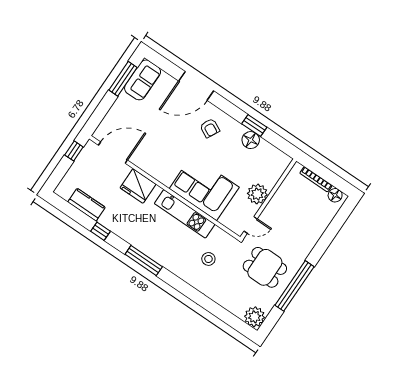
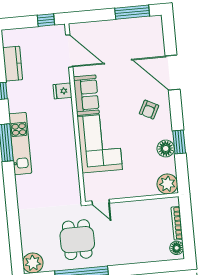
sofa: (143, 80) -> (86, 95), moved, turned -90
fridge: (138, 186) -> (62, 91), width x0.53, depth x0.75
plant: (257, 194) -> (167, 184), moved
kitchen unit: (185, 214) -> (20, 144), moved, turned 180
stool: (208, 259) -> (48, 191), removed

